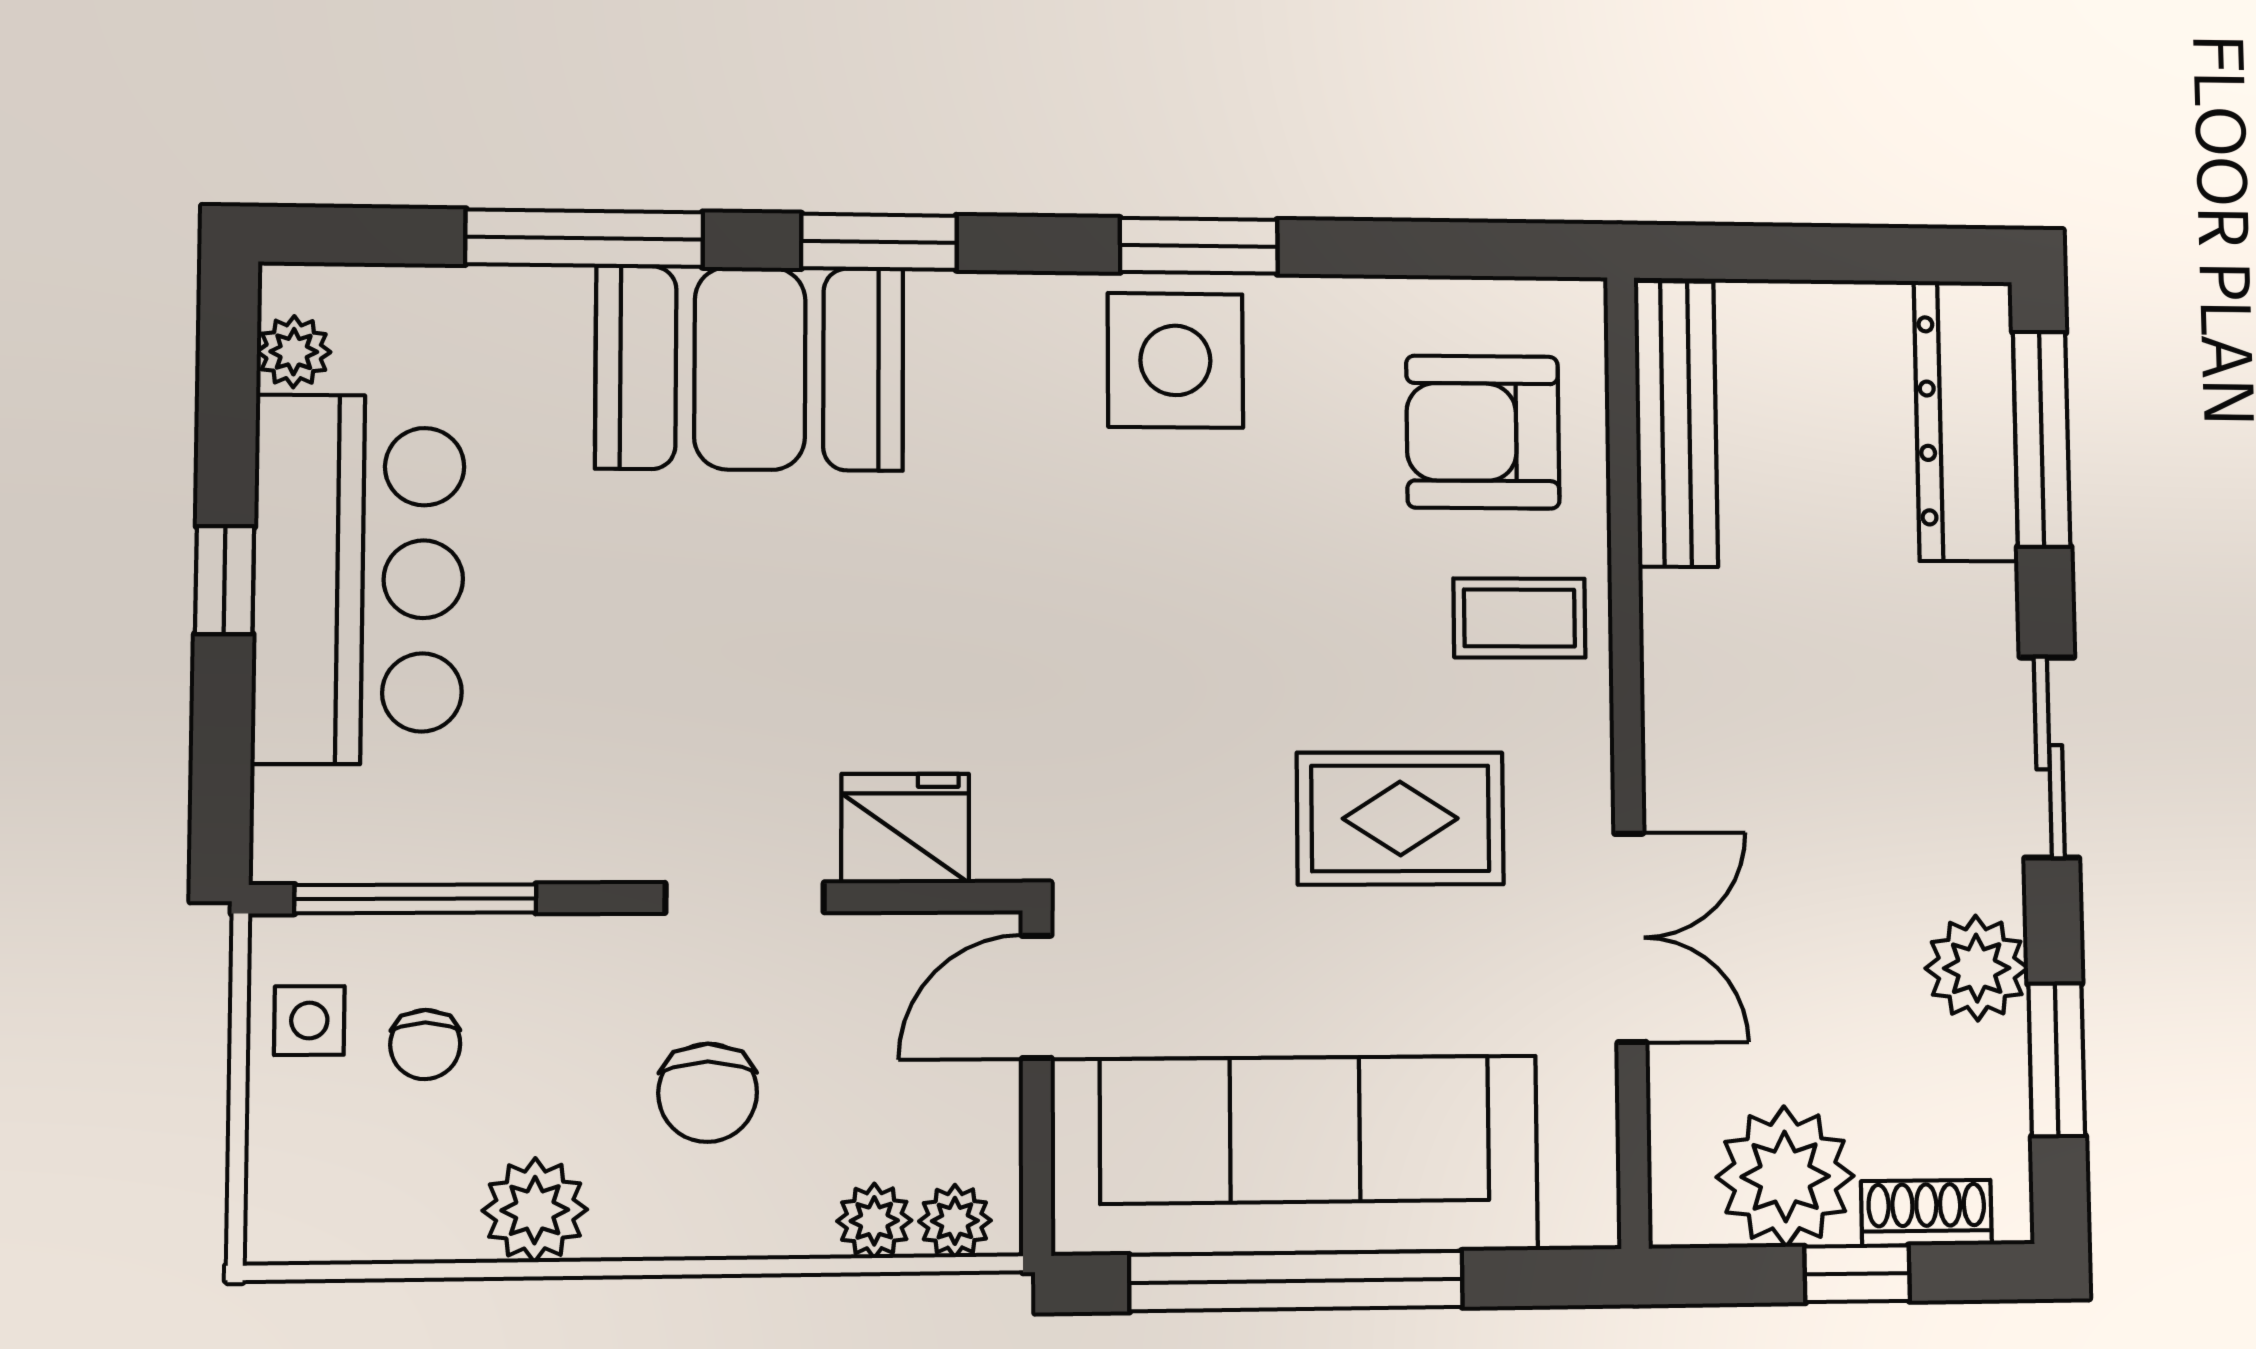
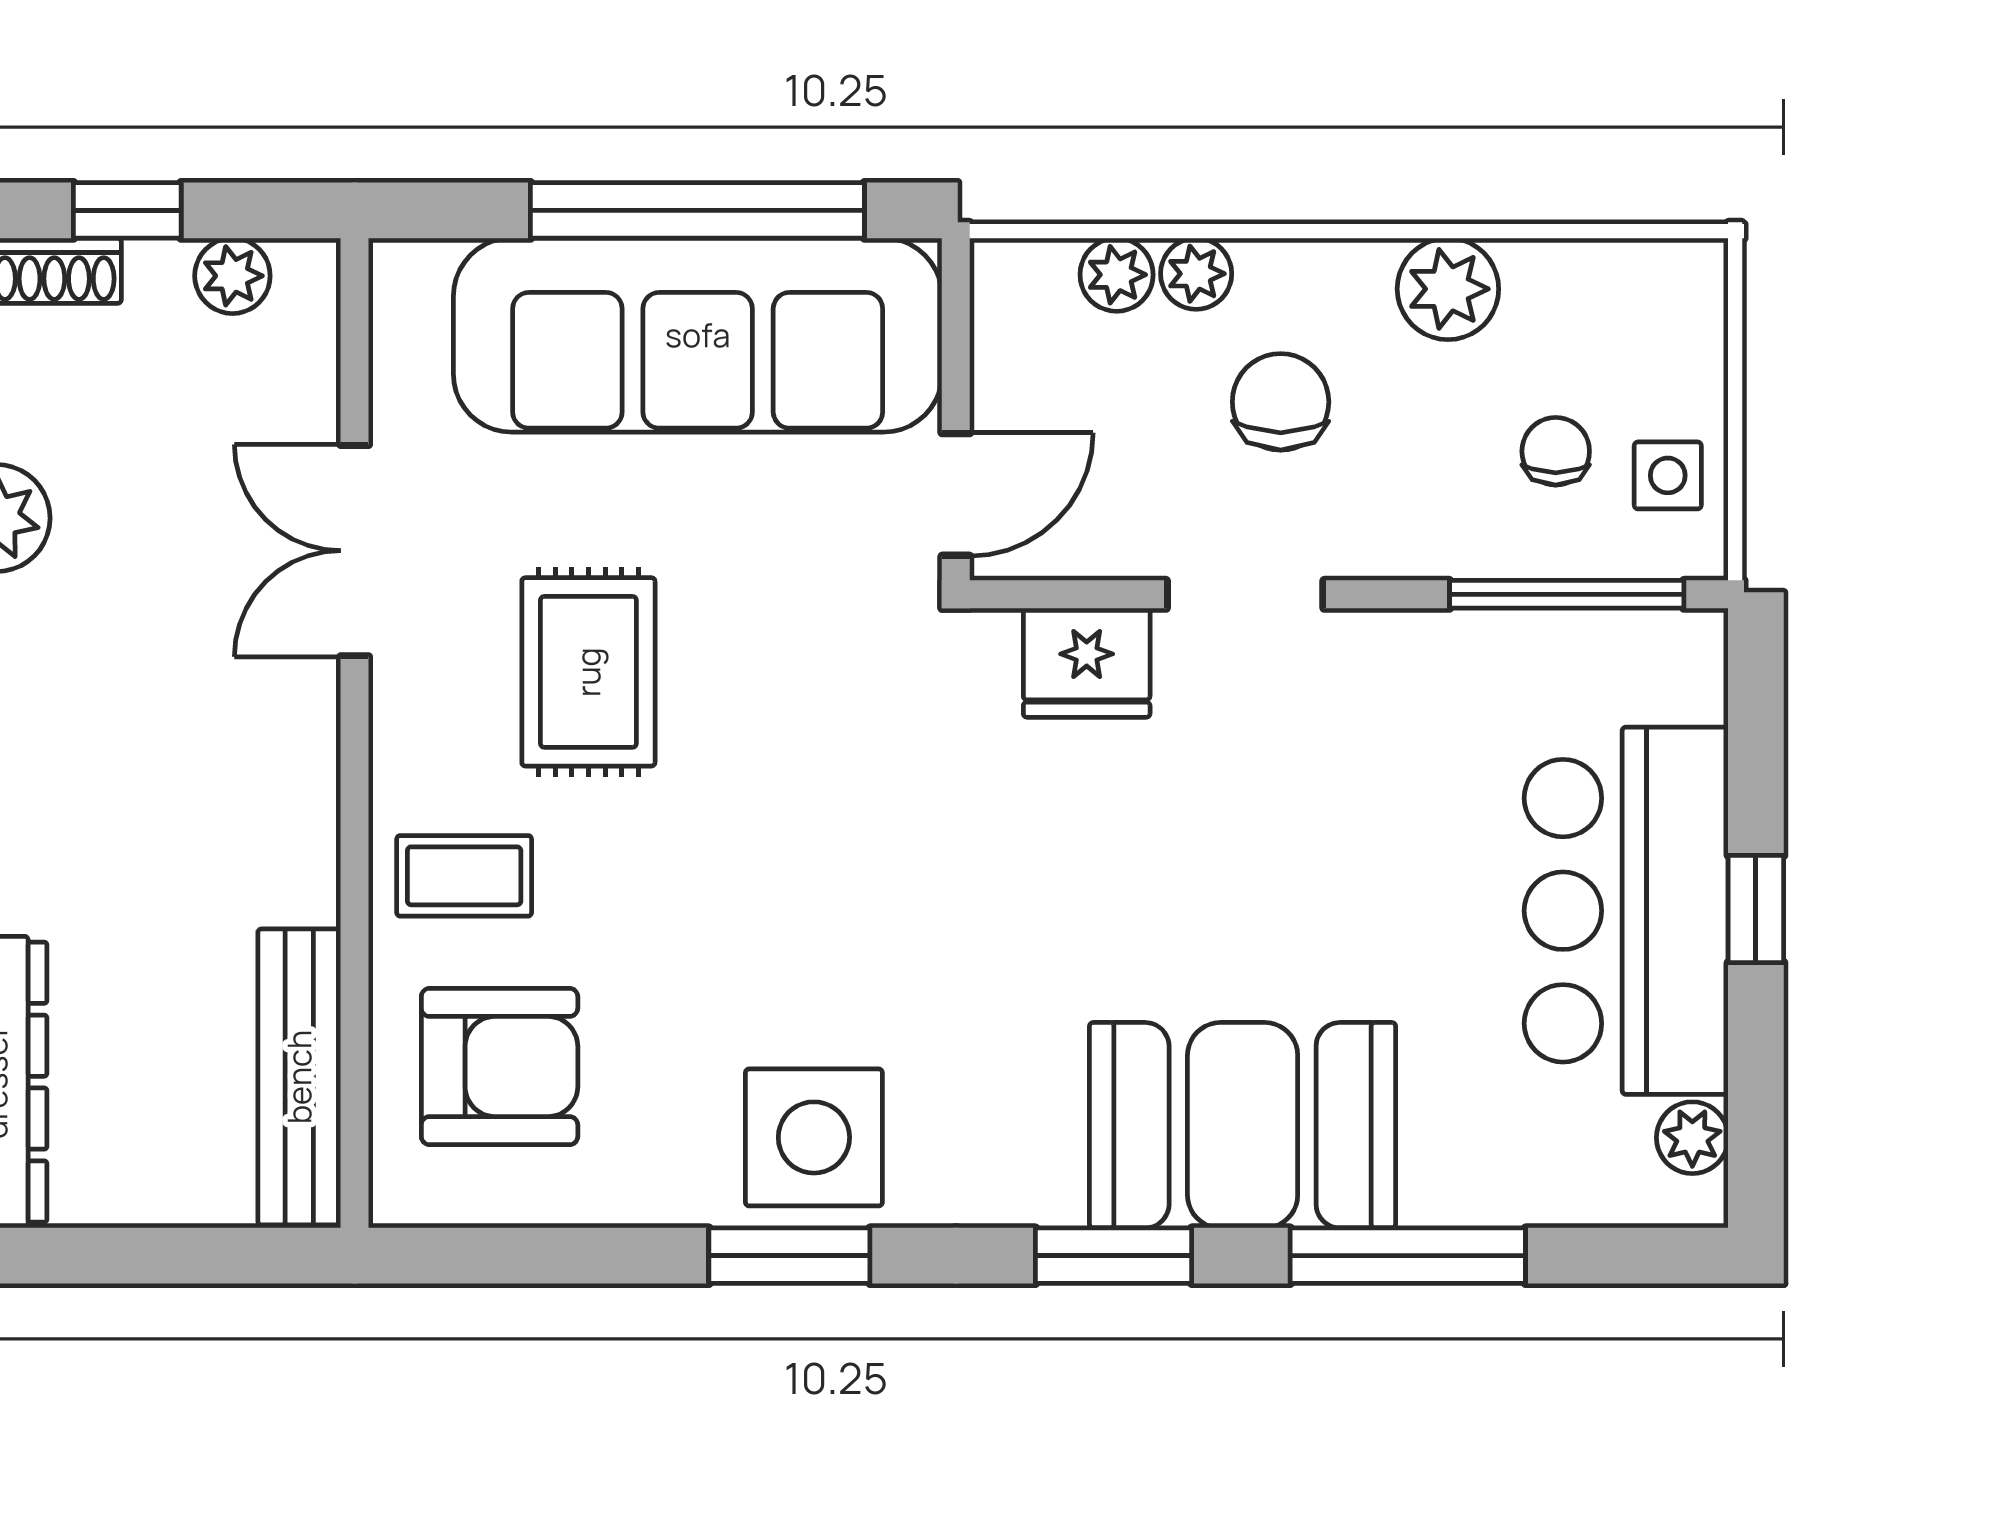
rug: (1400, 818) -> (588, 672), turned 90
plant: (1785, 1176) -> (232, 276), width x0.53, depth x0.53
plant: (955, 1221) -> (1196, 274), moved

